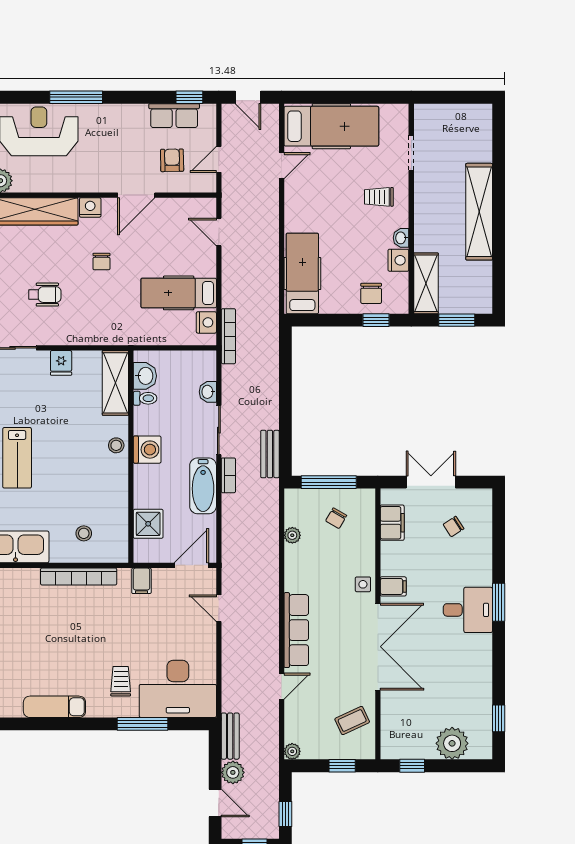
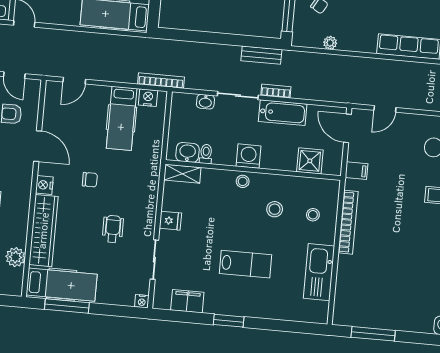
shelving: (115, 383) -> (182, 174), width x0.67, depth x0.75
stool: (86, 487) -> (275, 209), added

